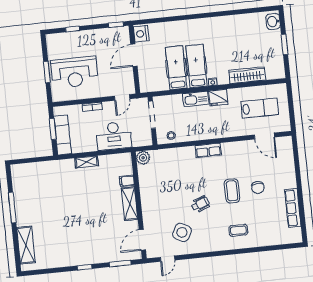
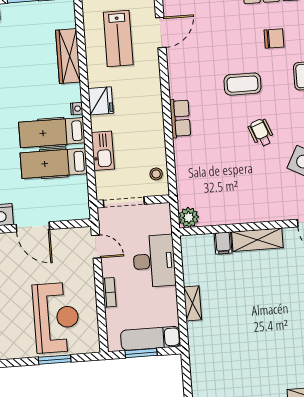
kitchen sink: (196, 99) -> (103, 151), moved
lab bench: (260, 108) -> (118, 38), turned 180
chair: (258, 187) -> (274, 38), moved

